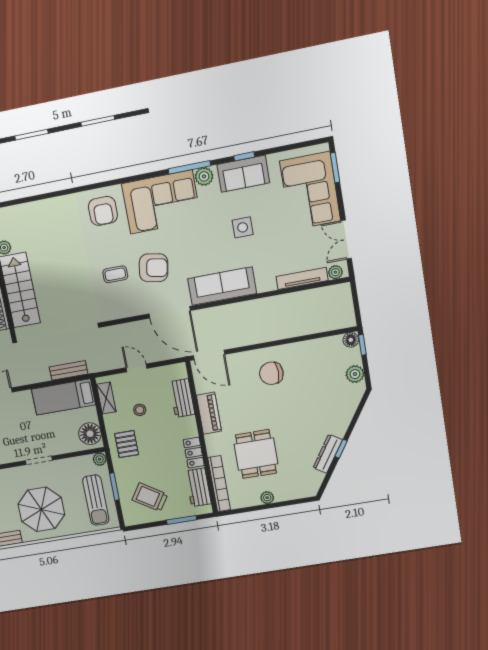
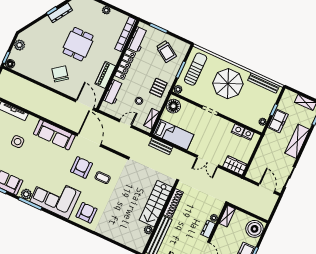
side table: (243, 227) -> (18, 142), moved
armchair: (154, 268) -> (81, 167), turned 80
door: (136, 368) -> (125, 123), swing flipped
chair: (271, 373) -> (60, 74), turned -127
locker: (194, 453) -> (125, 64), width x1.53
dining table: (256, 454) -> (78, 44), moved

